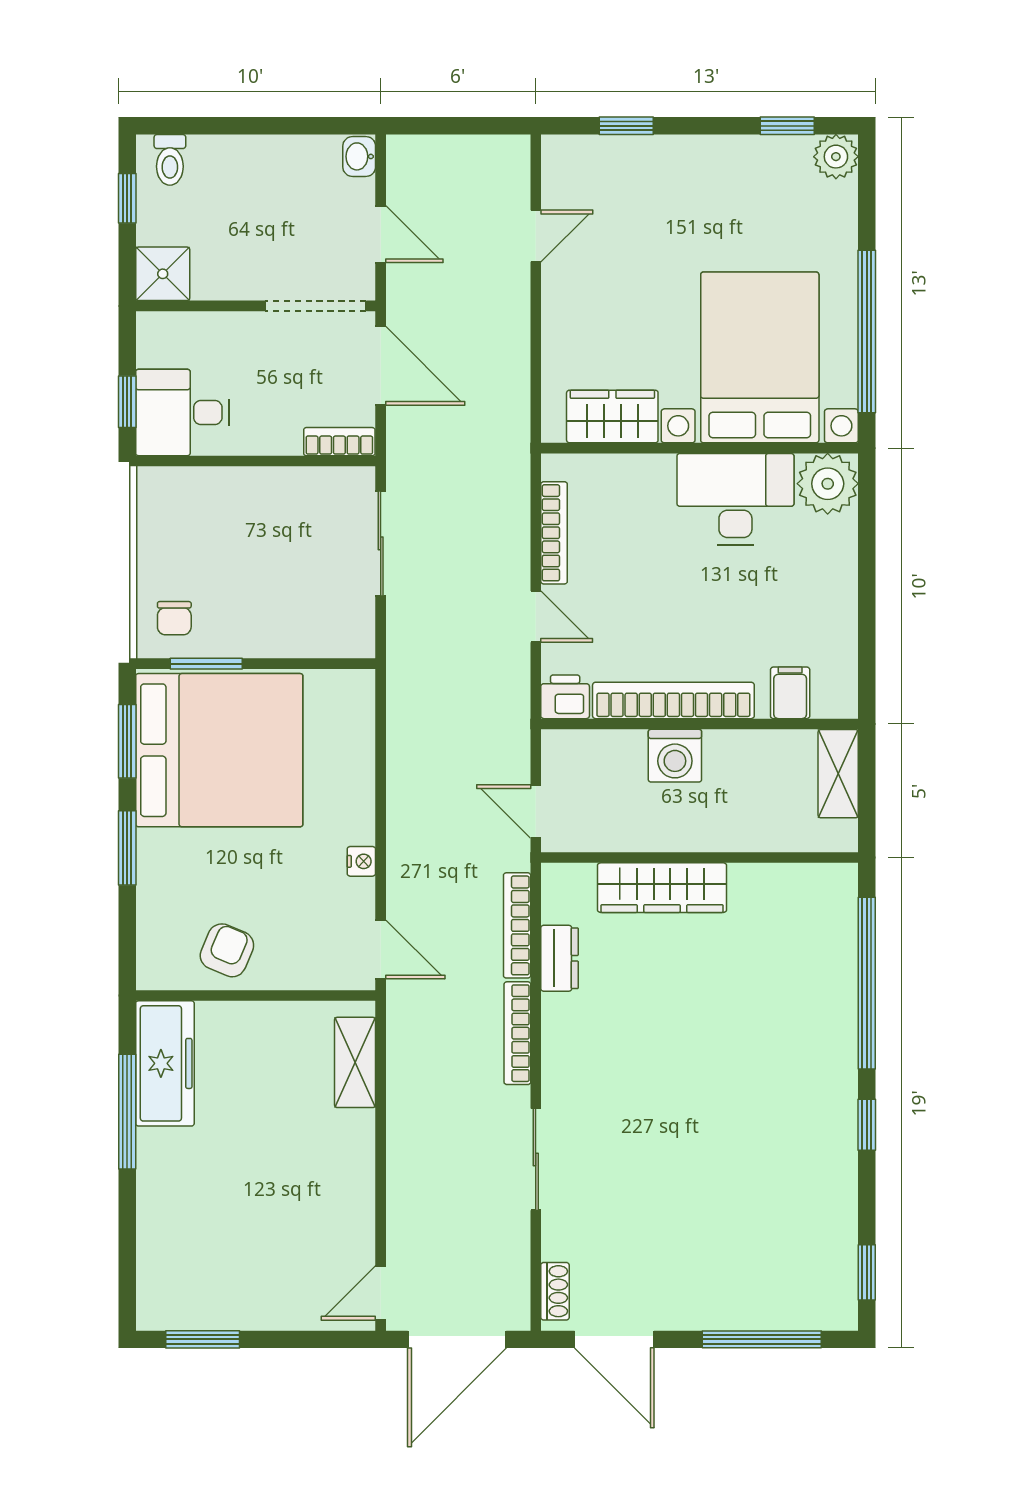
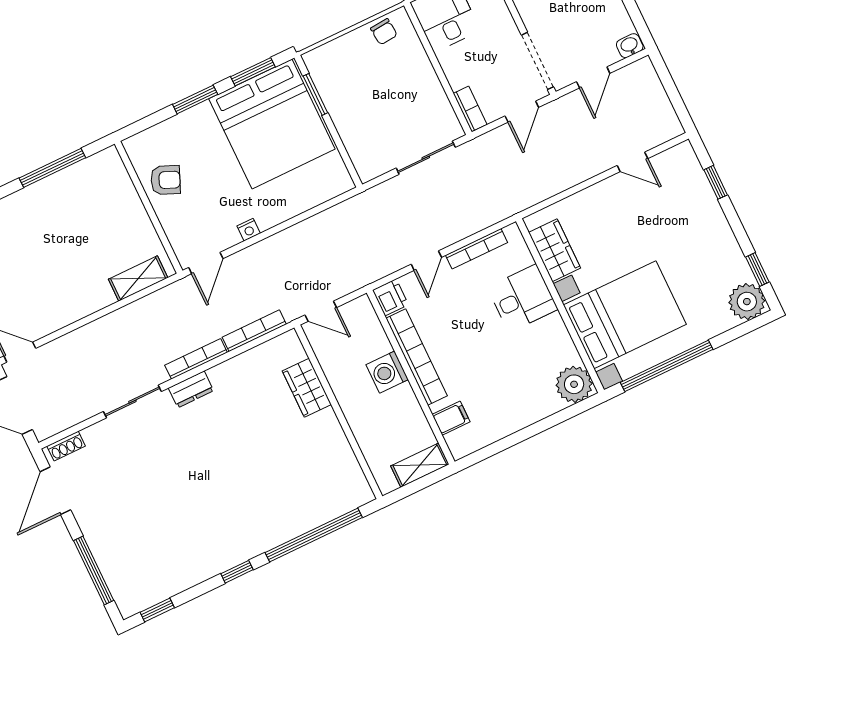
plant: (836, 157) -> (747, 302), width x1.36, depth x1.36
door: (381, 366) -> (522, 112), width x0.73
desk: (735, 499) -> (523, 298), moved, width x0.73
chair: (174, 618) -> (384, 32), moved, turned -95
door: (536, 812) -> (321, 311), swing flipped
wardrobe: (662, 888) -> (307, 388), width x0.67
dresser: (560, 958) -> (191, 389), moved
freezer: (165, 1063) -> (88, 176), removed

